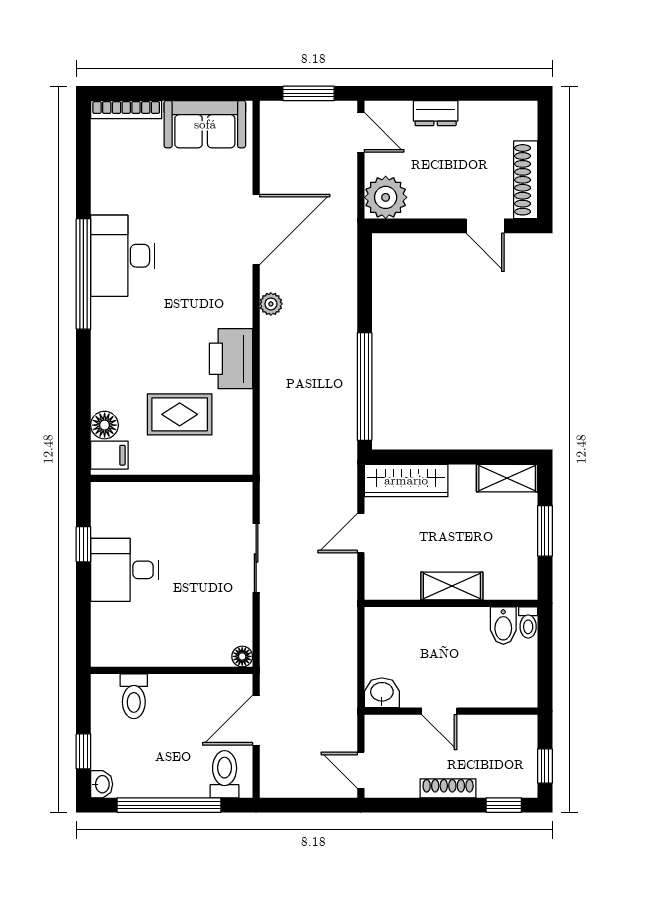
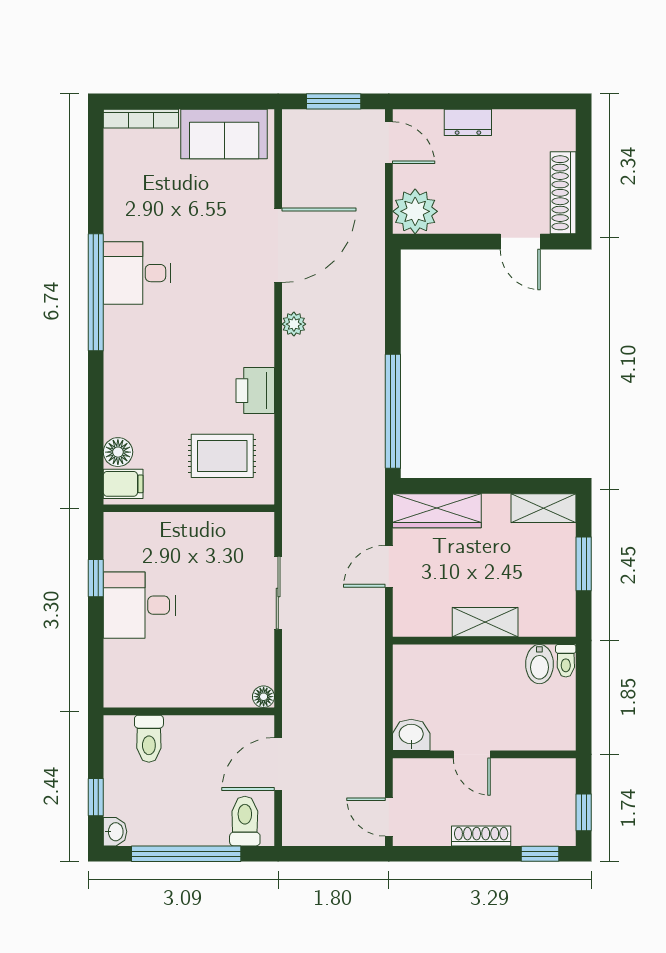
desk: (123, 256) -> (137, 273), width x0.73
printer: (231, 359) -> (255, 391), width x0.73, depth x0.84
rug: (180, 414) -> (222, 456), moved

